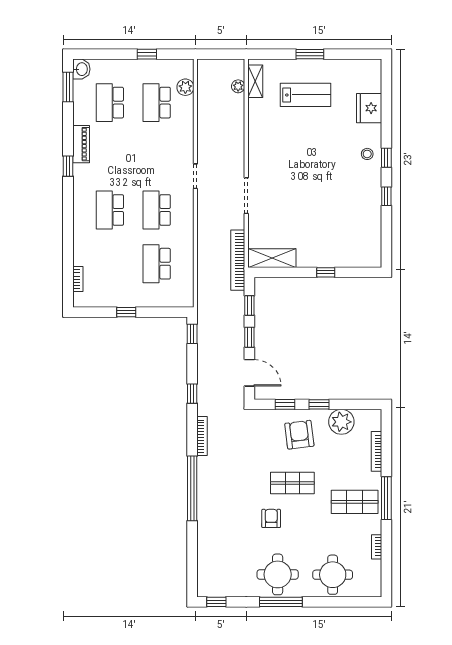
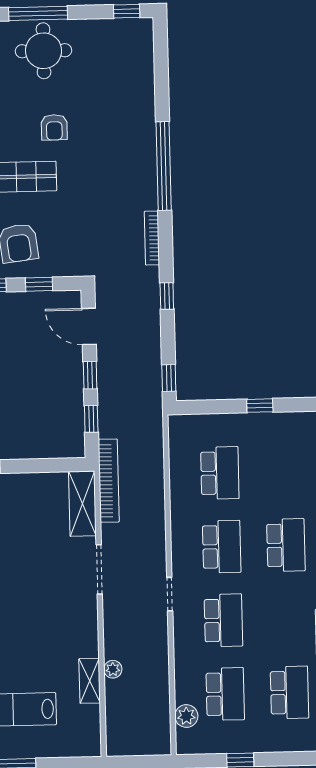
shelving: (255, 81) -> (90, 681), moved
plant: (238, 86) -> (113, 669), moved
school desk: (157, 156) -> (223, 620), added
shelving: (272, 258) -> (82, 504), moved, turned 90

